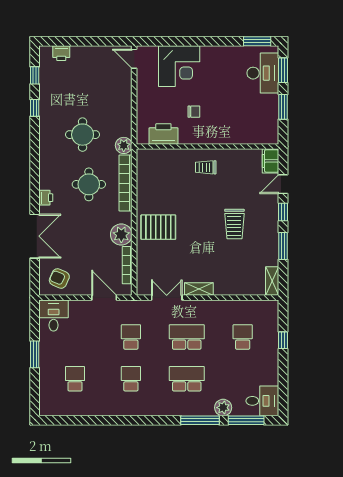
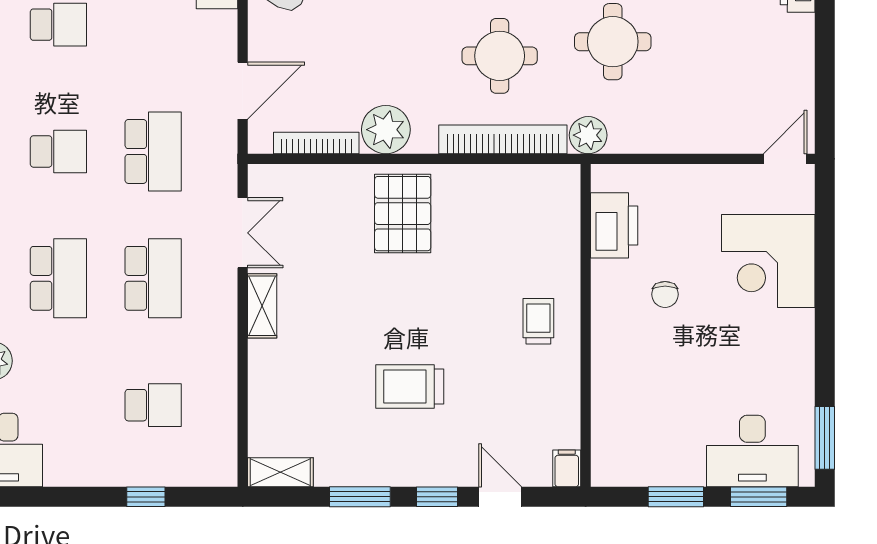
filing cabinet: (270, 161) -> (567, 468), width x0.50
school desk: (131, 337) -> (153, 151), width x1.85

